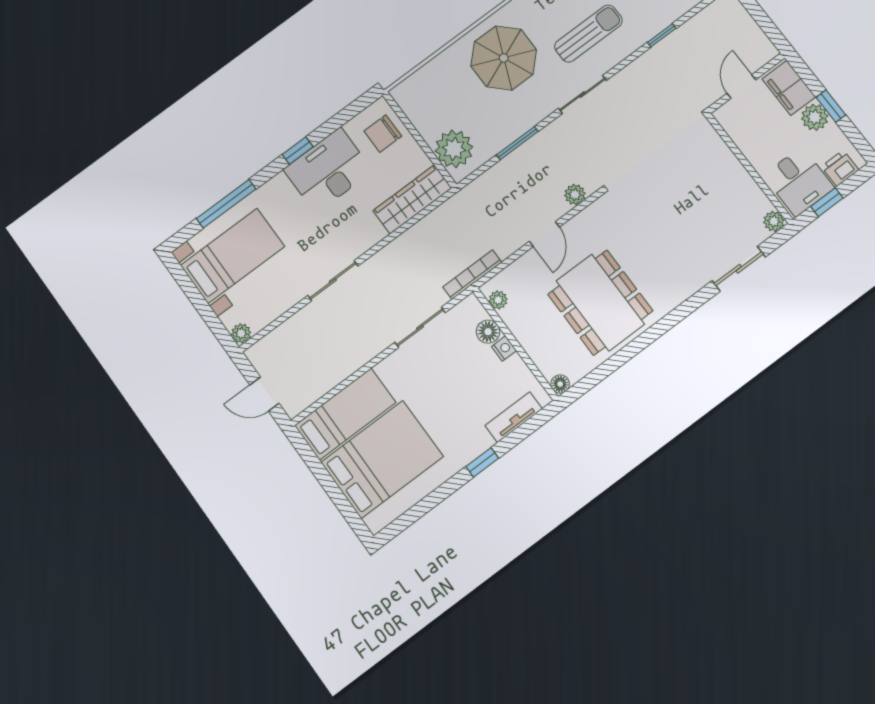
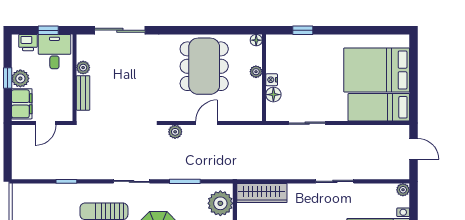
bench: (724, 157) -> (83, 93), added
plant: (774, 221) -> (83, 68), moved
sliding door: (739, 269) -> (120, 30), width x1.37
bookcase: (472, 275) -> (260, 130), removed
plant: (498, 300) -> (256, 72), moved
tv unit: (514, 417) -> (293, 41), removed
window: (482, 462) -> (303, 30), moved

